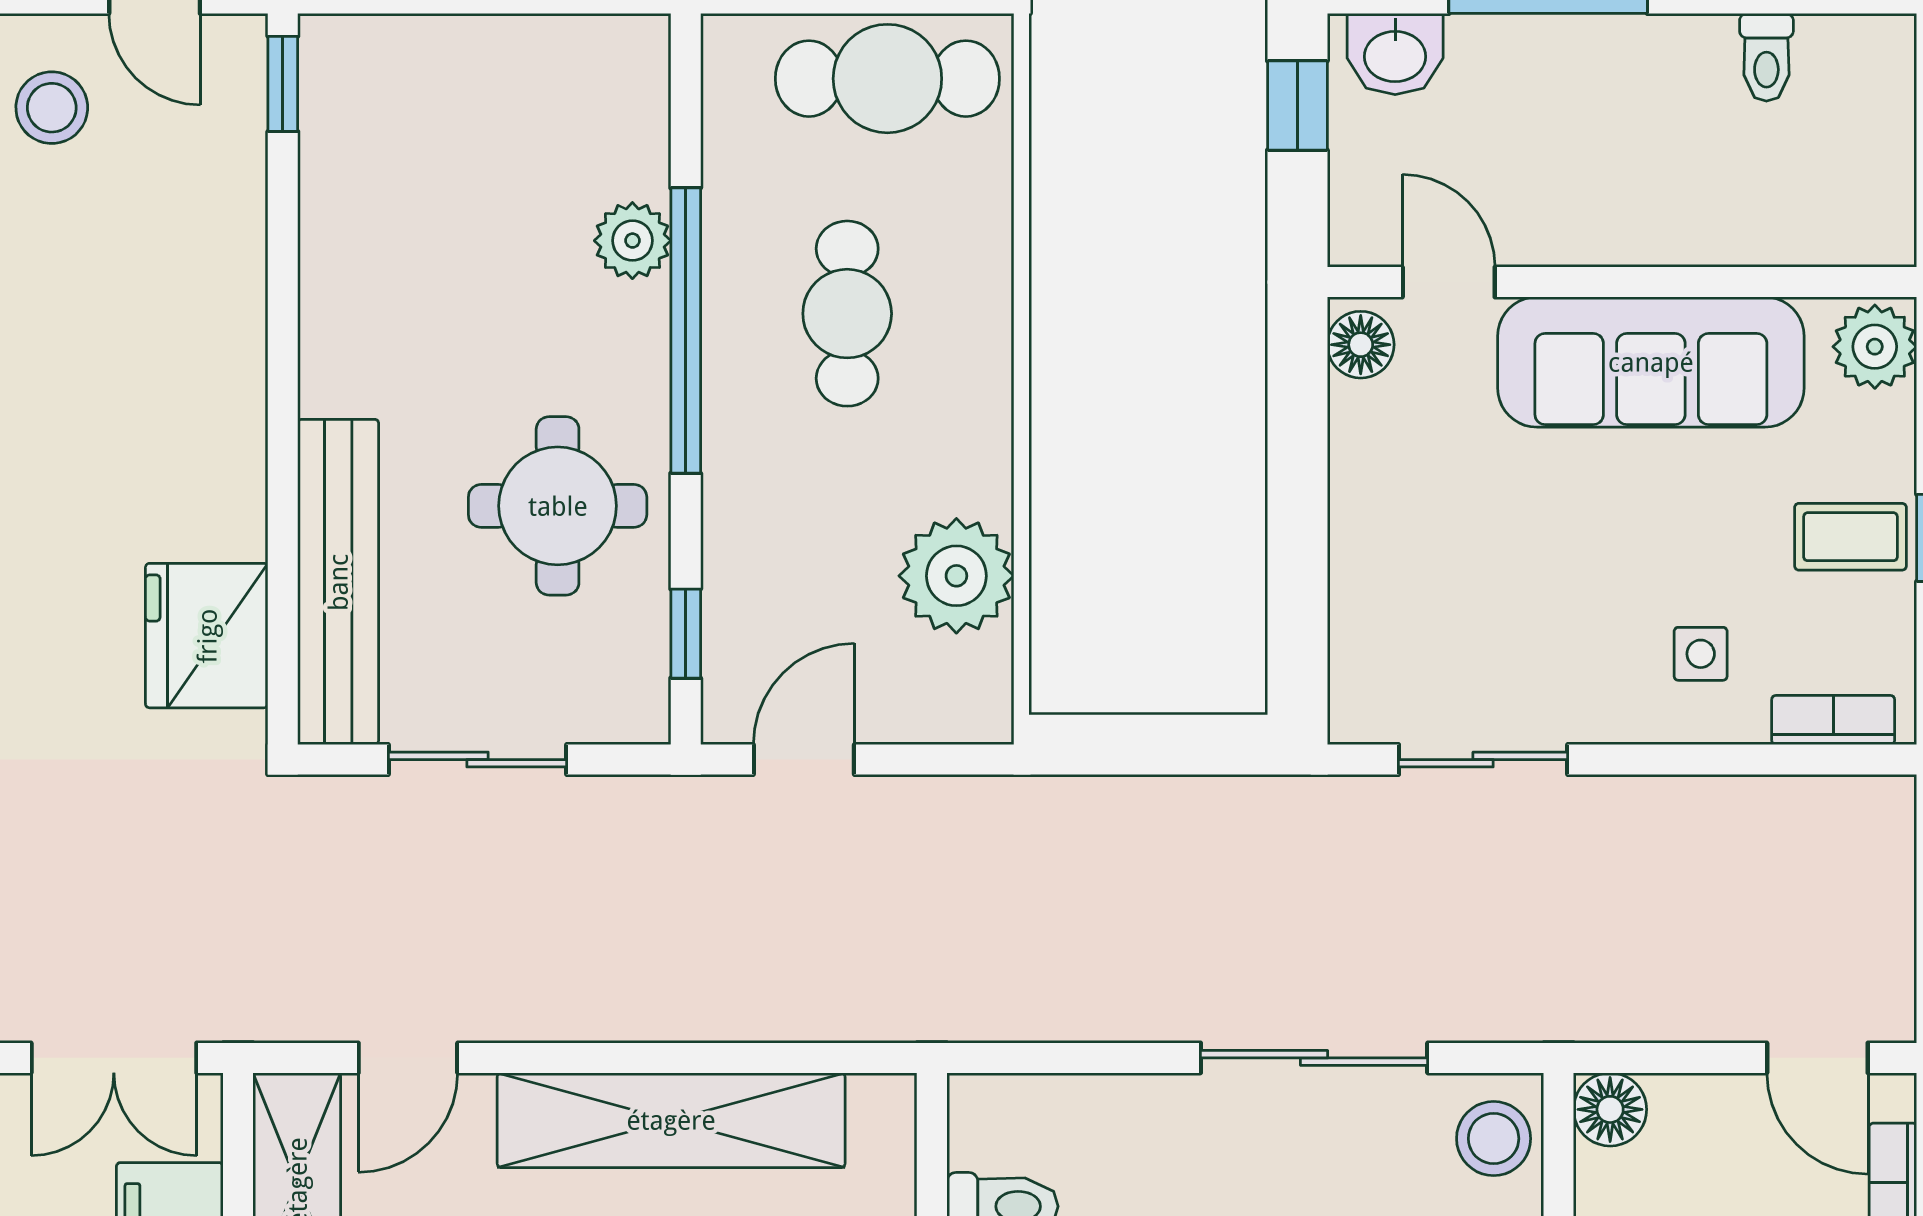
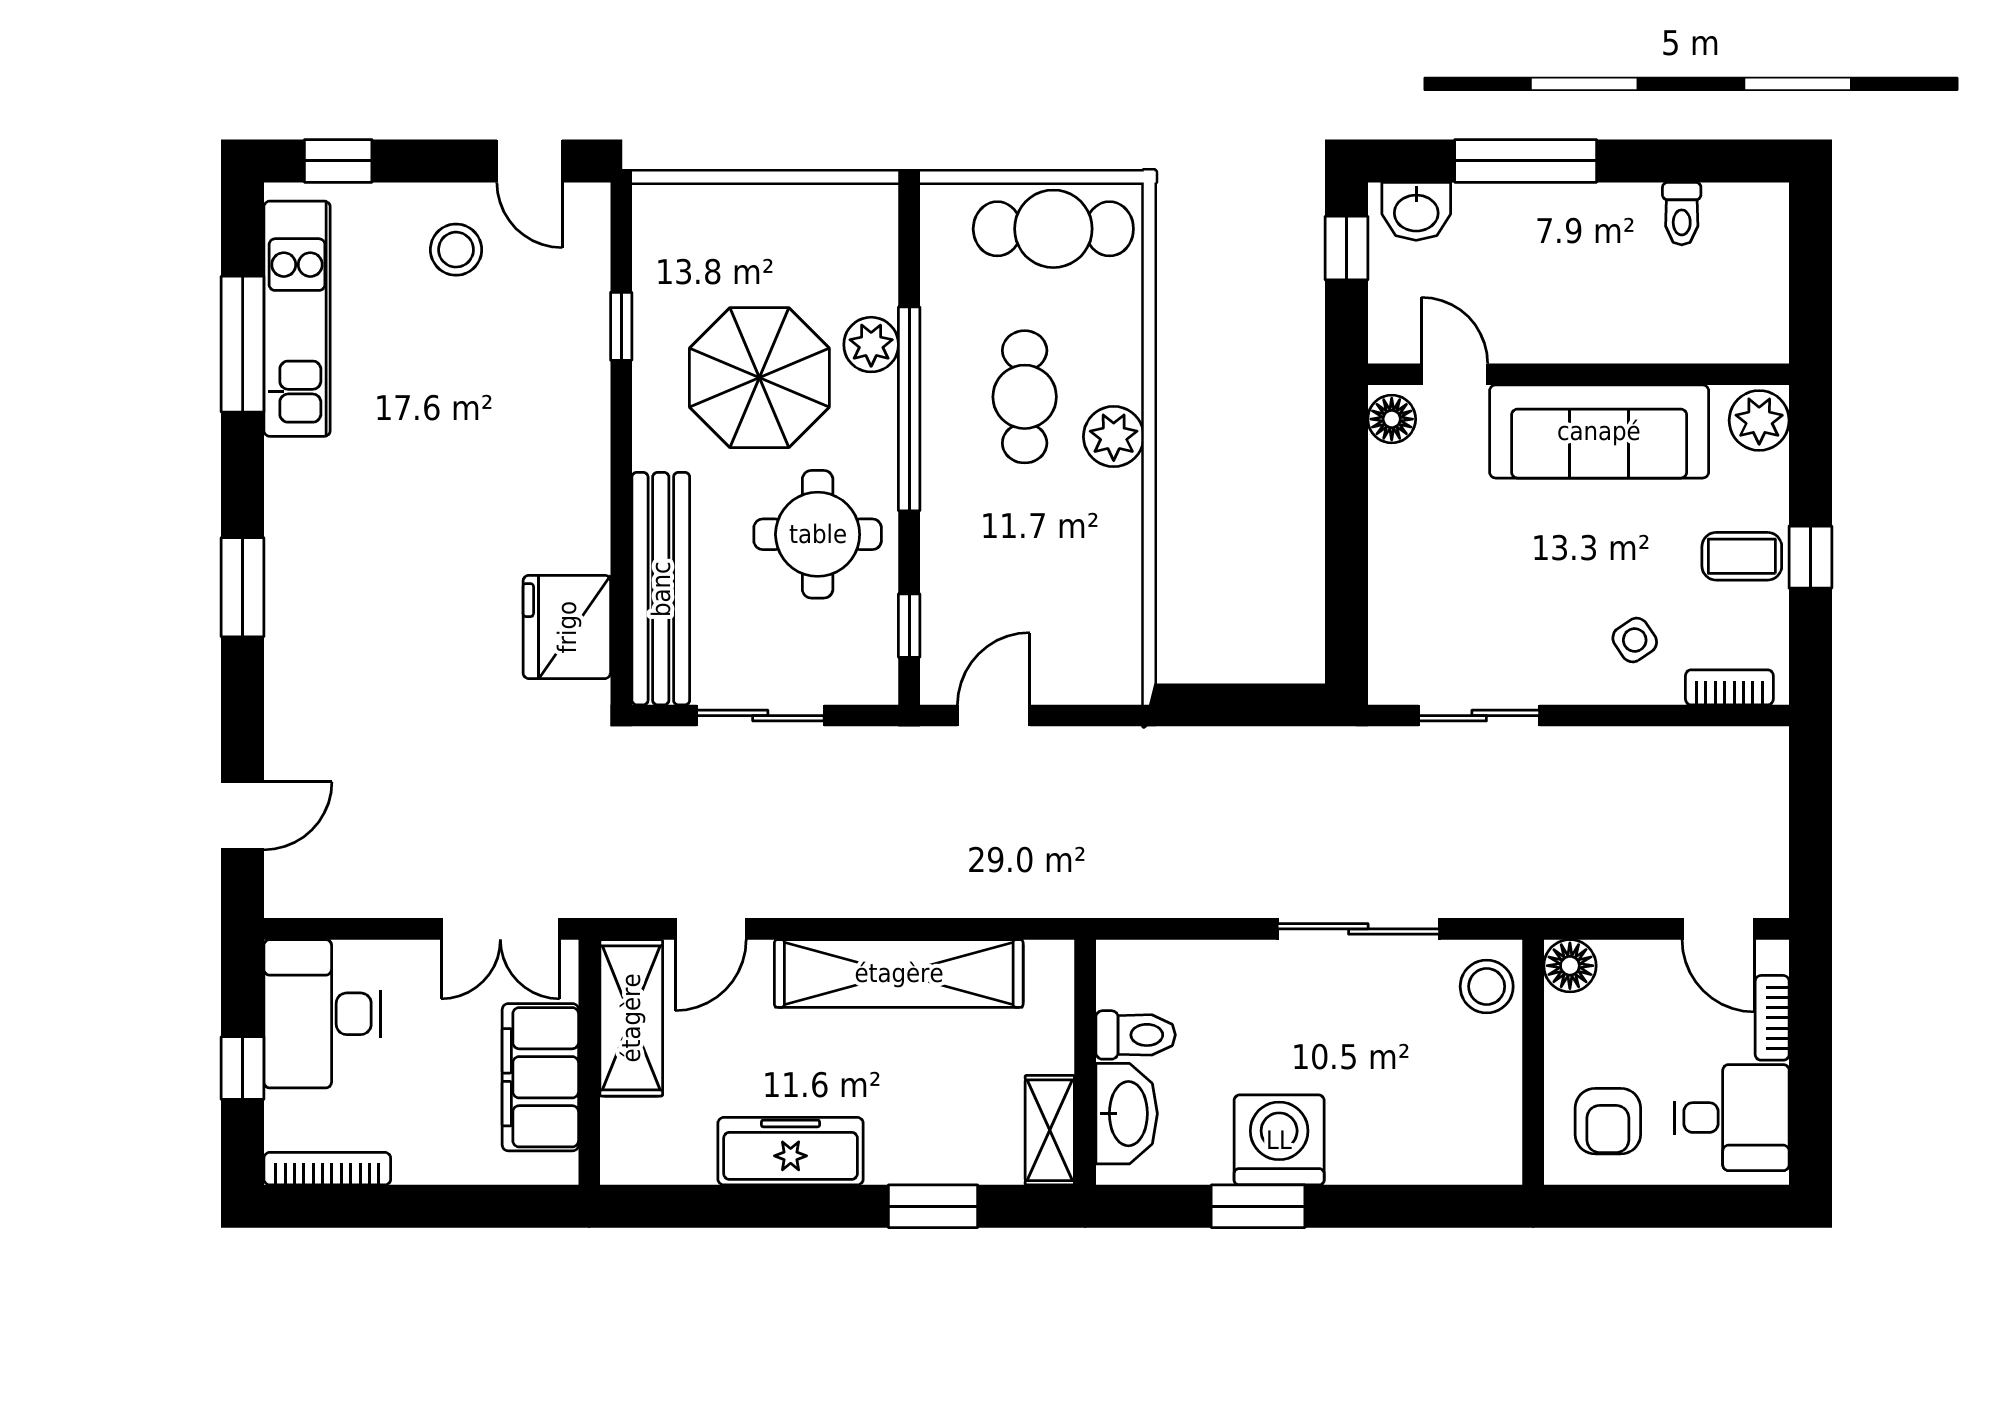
window: (283, 84) -> (621, 326), moved
parasol: (476, 287) -> (759, 378), added
plant: (956, 576) -> (1114, 437), moved, width x0.73, depth x0.73
side table: (1701, 654) -> (1635, 640), turned -34

